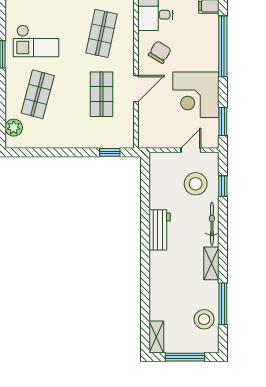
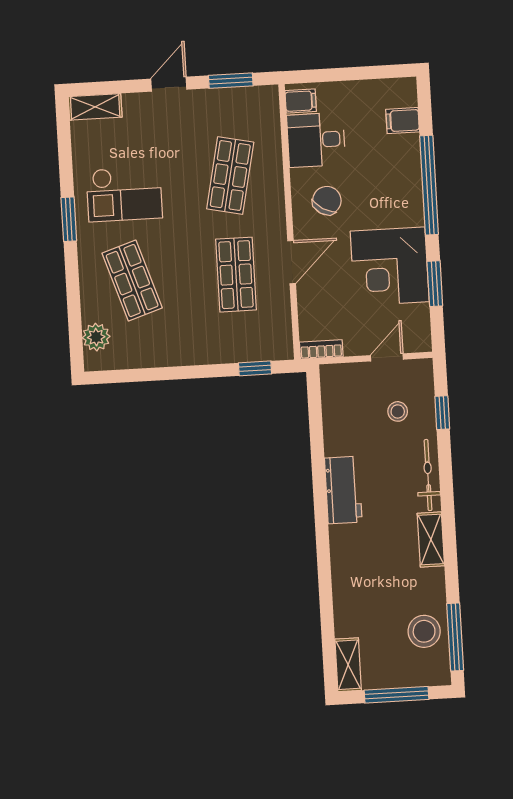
shop shelf: (38, 94) -> (132, 281), turned -33
window: (223, 122) -> (435, 284), moved
bookcase: (151, 143) -> (321, 349), added
stool: (196, 184) -> (398, 411), width x0.53, depth x0.53
window: (223, 304) -> (455, 637), moved

